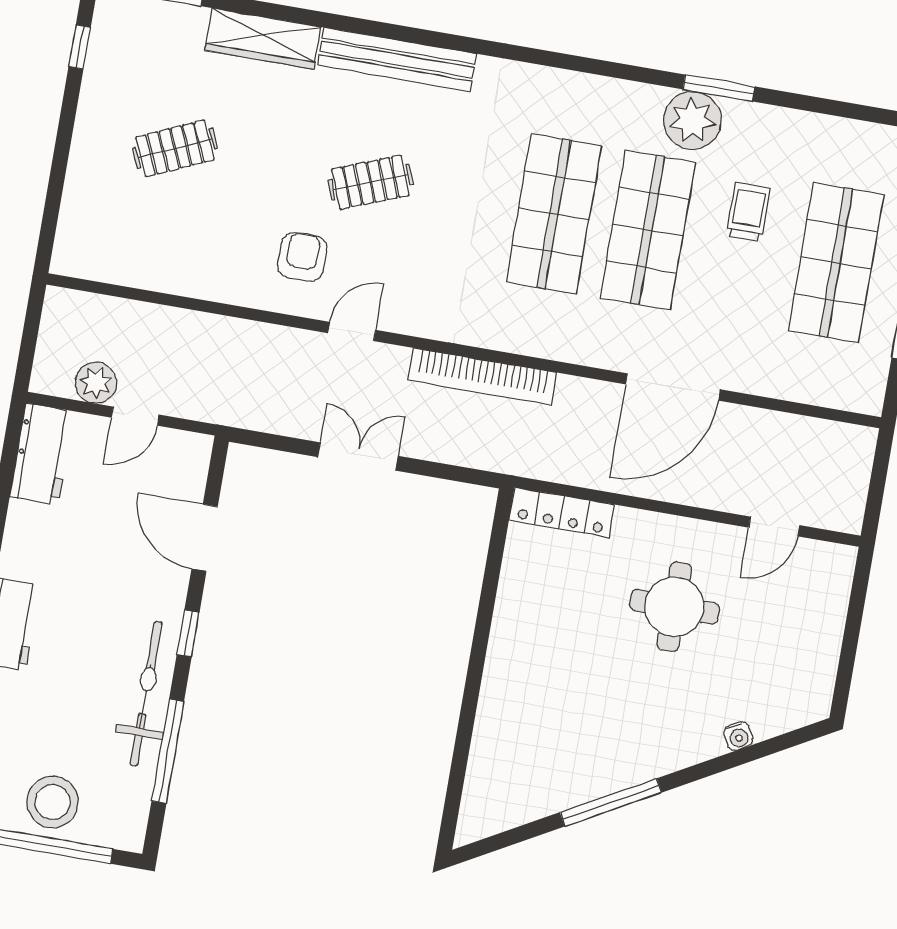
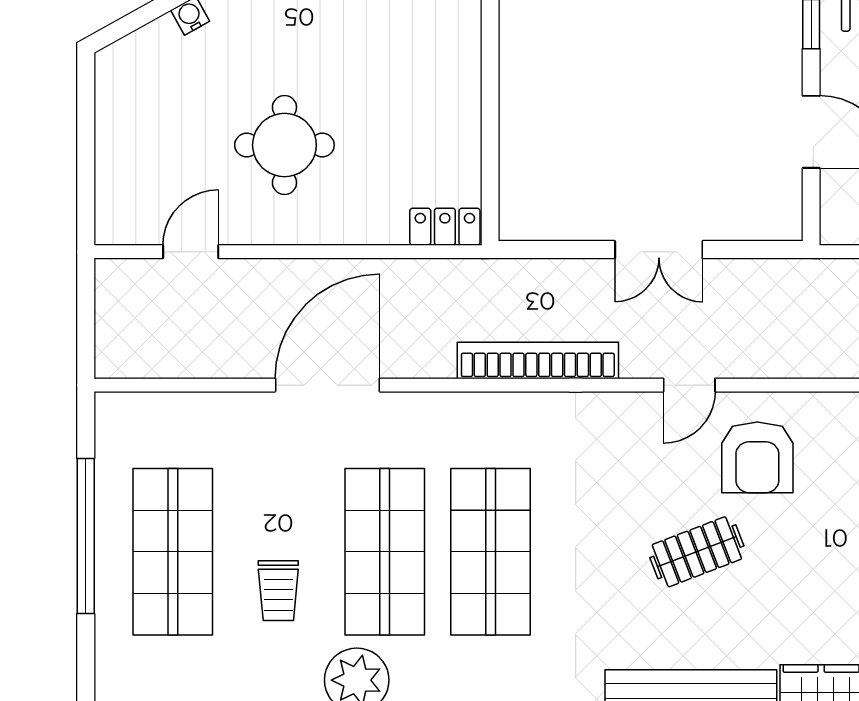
armchair: (302, 257) -> (757, 457), width x1.38, depth x1.38
locker: (562, 513) -> (445, 227), width x0.66

